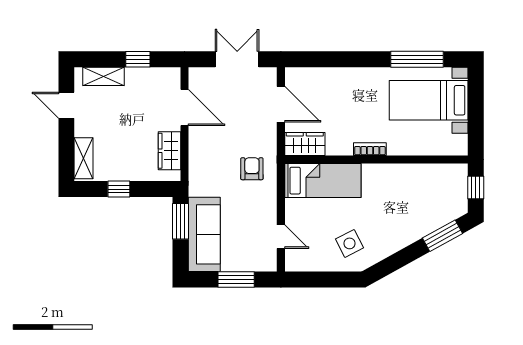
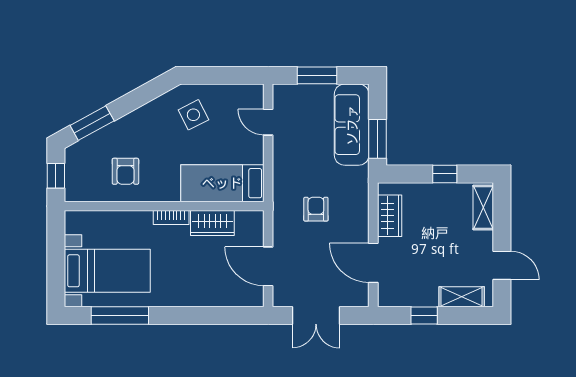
wardrobe: (305, 144) -> (212, 223), moved
armchair: (252, 169) -> (316, 209), moved, turned 180
armchair: (412, 192) -> (125, 171), added

